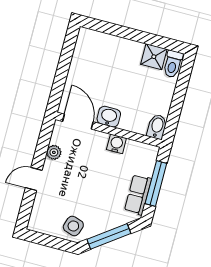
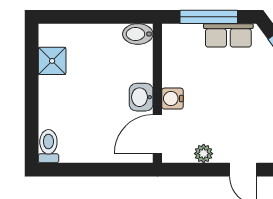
toilet: (173, 64) -> (48, 146), moved, turned -90
water cooler: (116, 144) -> (172, 99), moved

